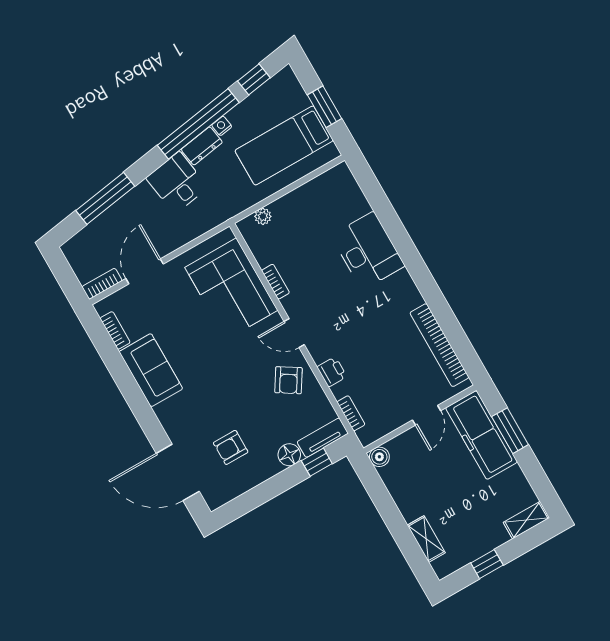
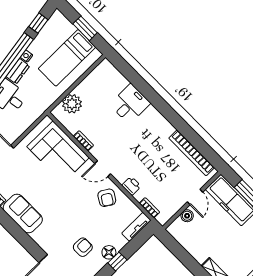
plant: (263, 216) -> (72, 104), width x1.87, depth x1.87
desk: (368, 251) -> (130, 104), width x0.73
armchair: (231, 447) -> (83, 247), turned 180
floor lamp: (289, 455) -> (109, 252), moved
boiler: (379, 457) -> (187, 216), moved
window: (317, 462) -> (117, 261), moved

